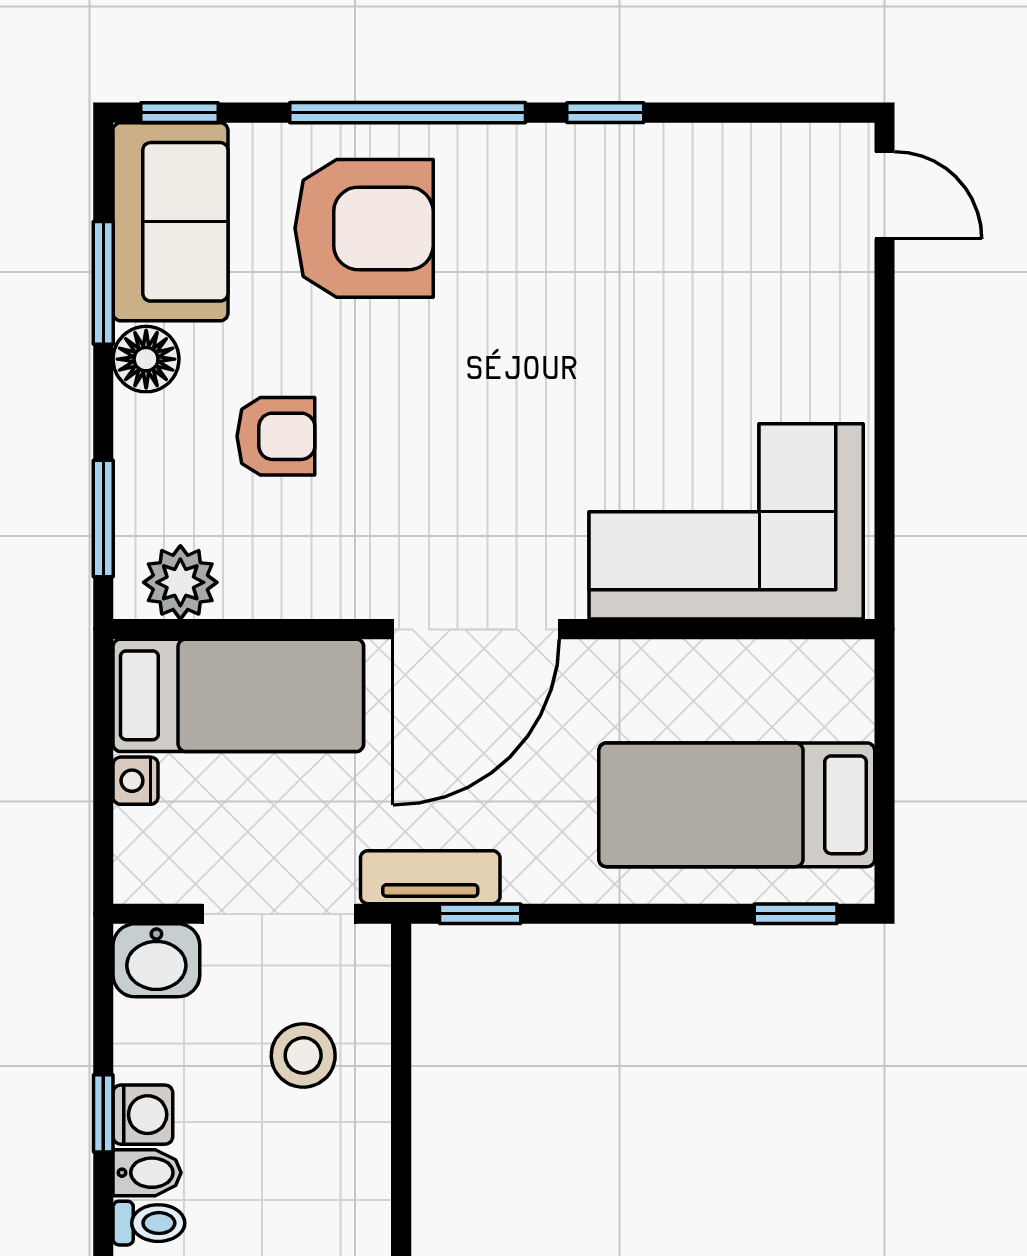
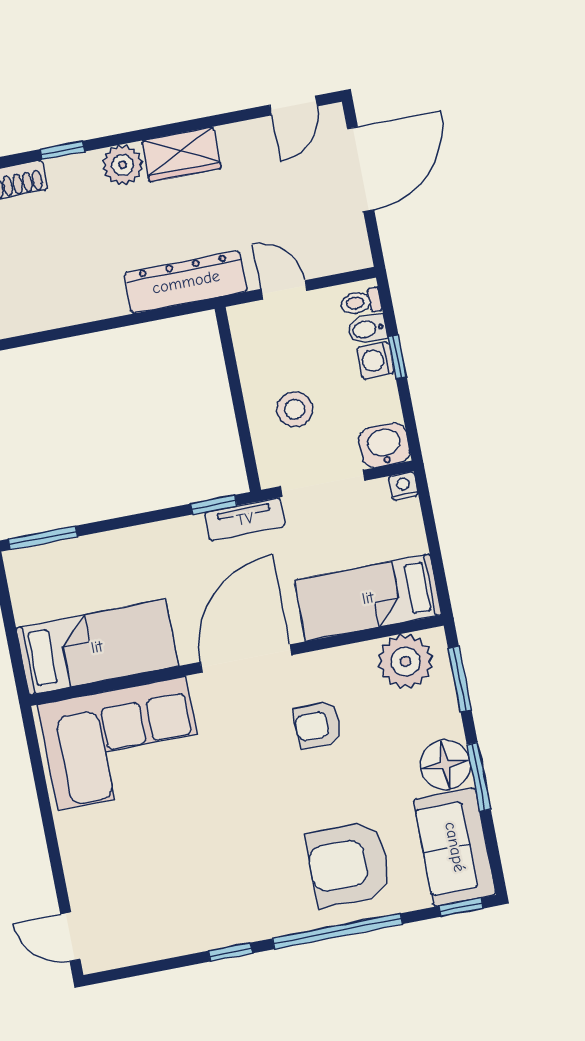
window: (103, 283) -> (479, 777), moved
floor lamp: (146, 359) -> (445, 765), width x1.38, depth x1.38
armchair: (276, 436) -> (318, 725), moved
plant: (180, 582) -> (405, 661), width x1.36, depth x1.36
nightstand: (136, 781) -> (403, 486), moved, turned -90
bed: (737, 805) -> (97, 647), moved
window: (796, 914) -> (43, 538), width x1.50

